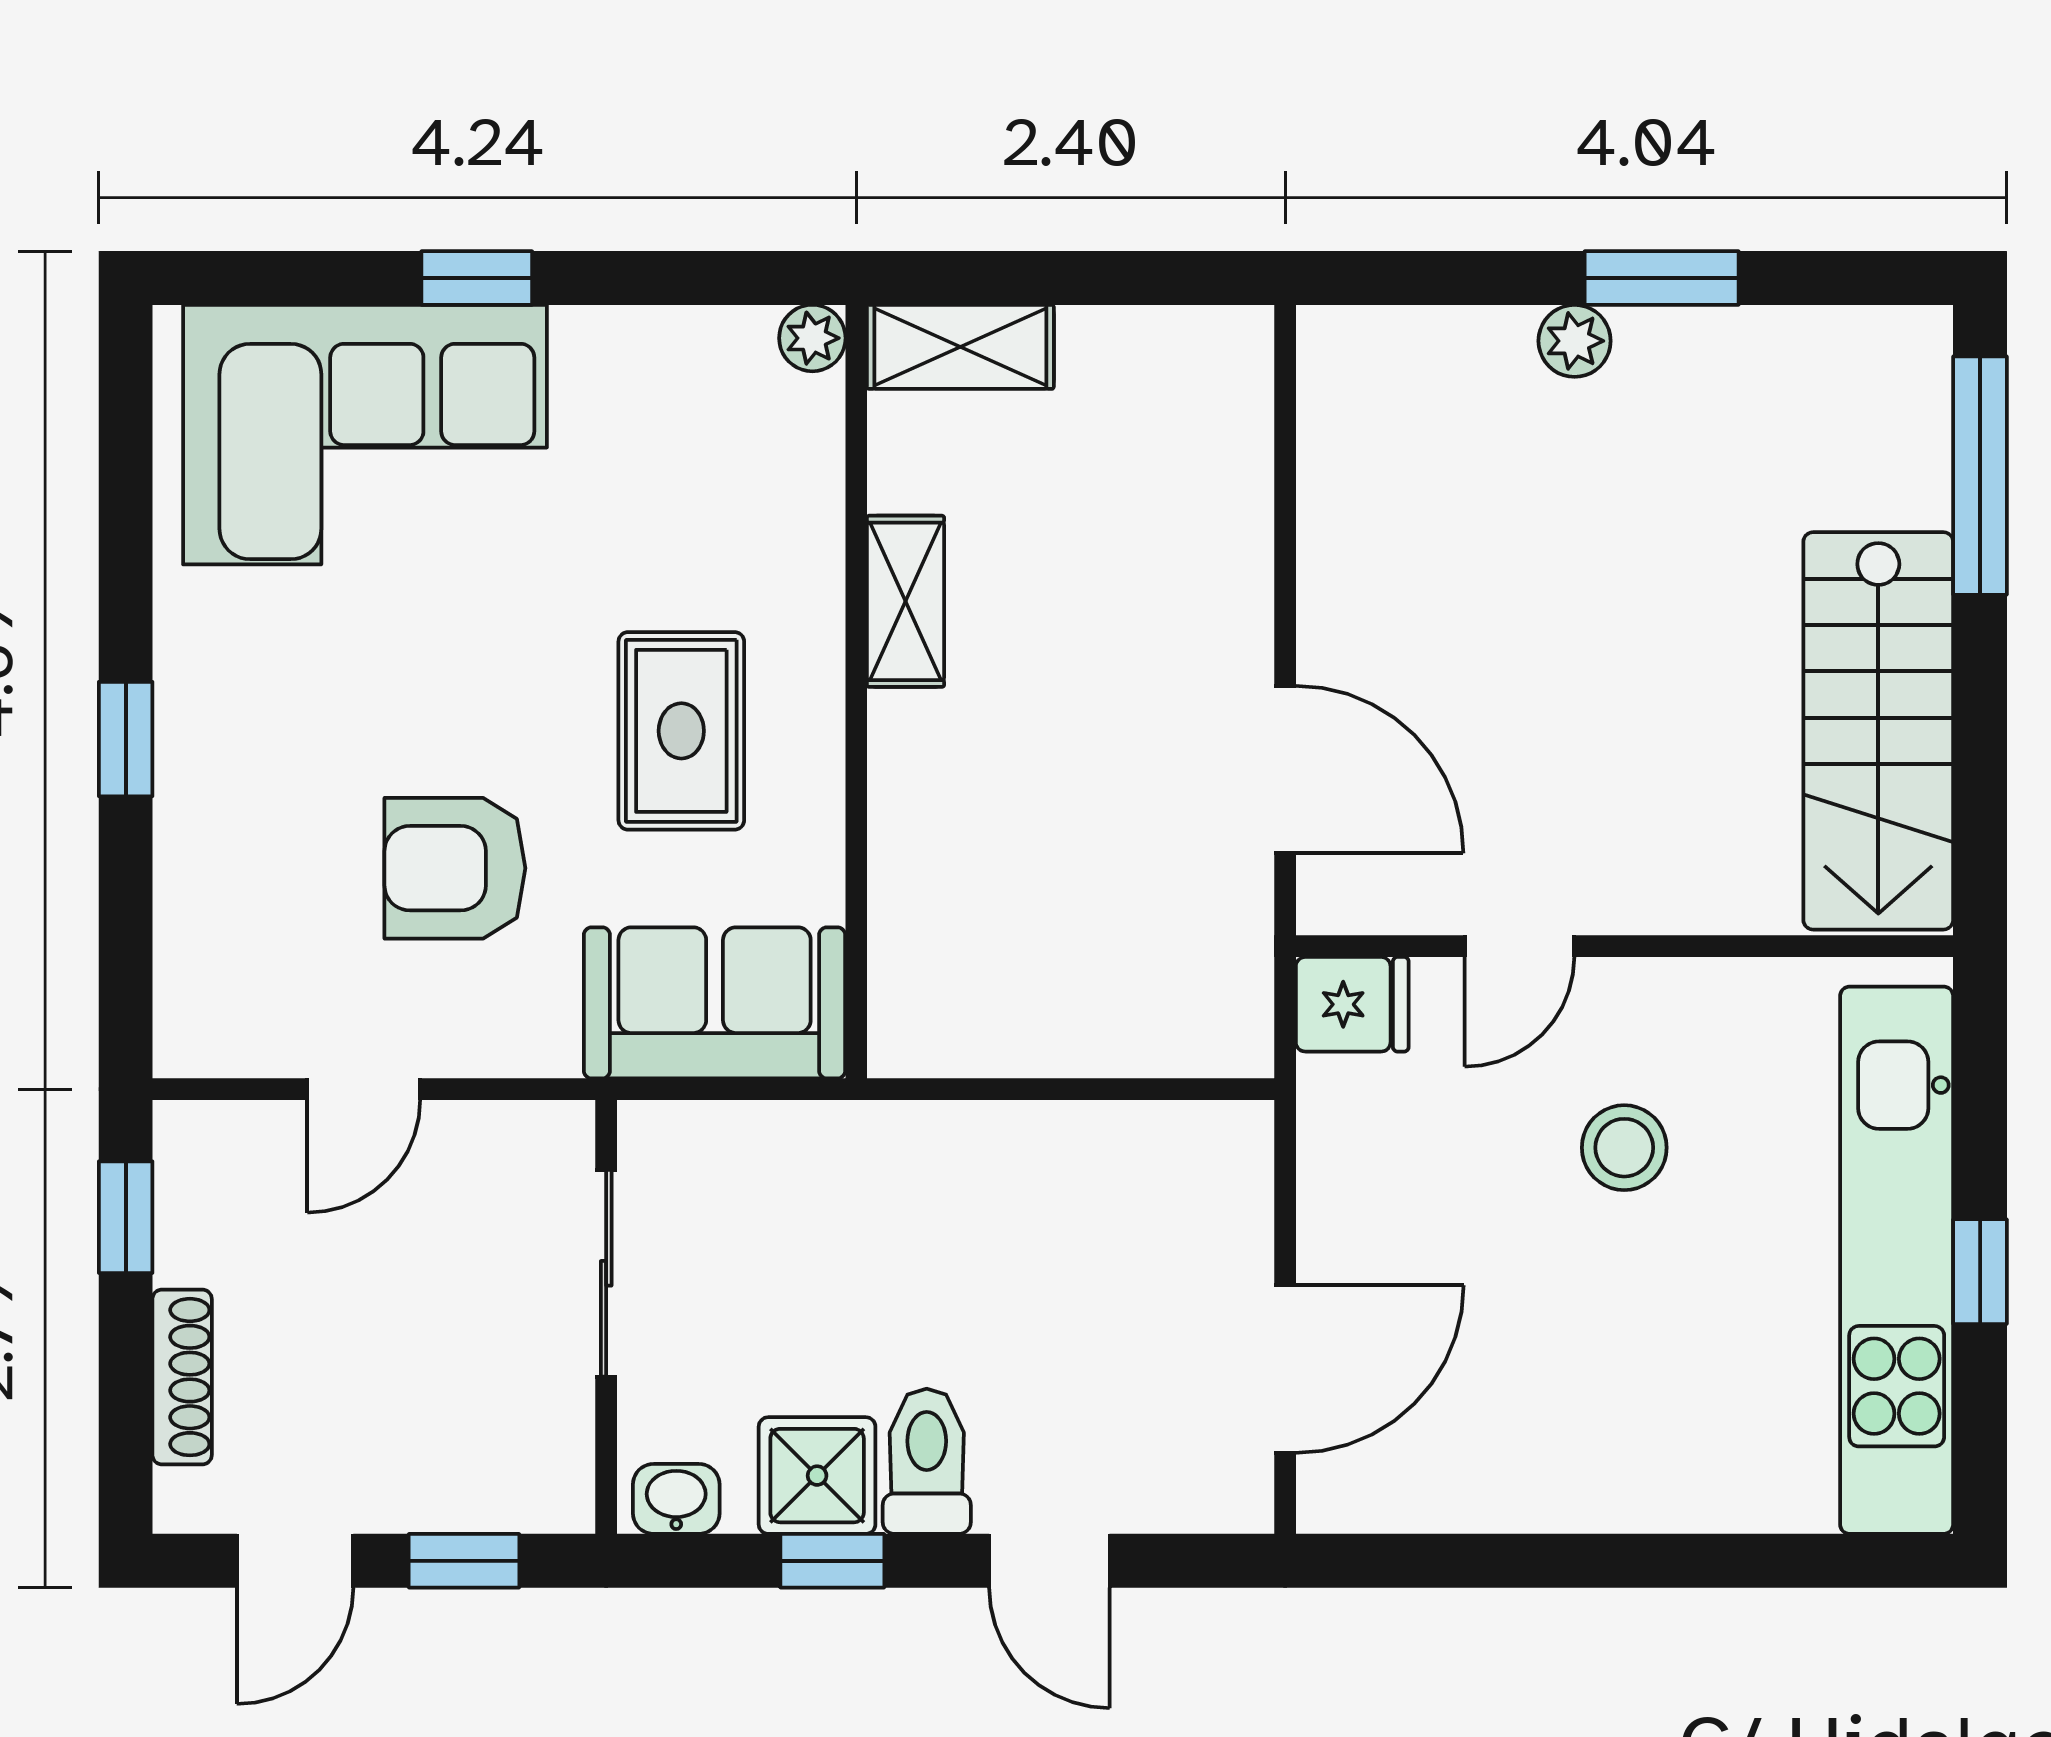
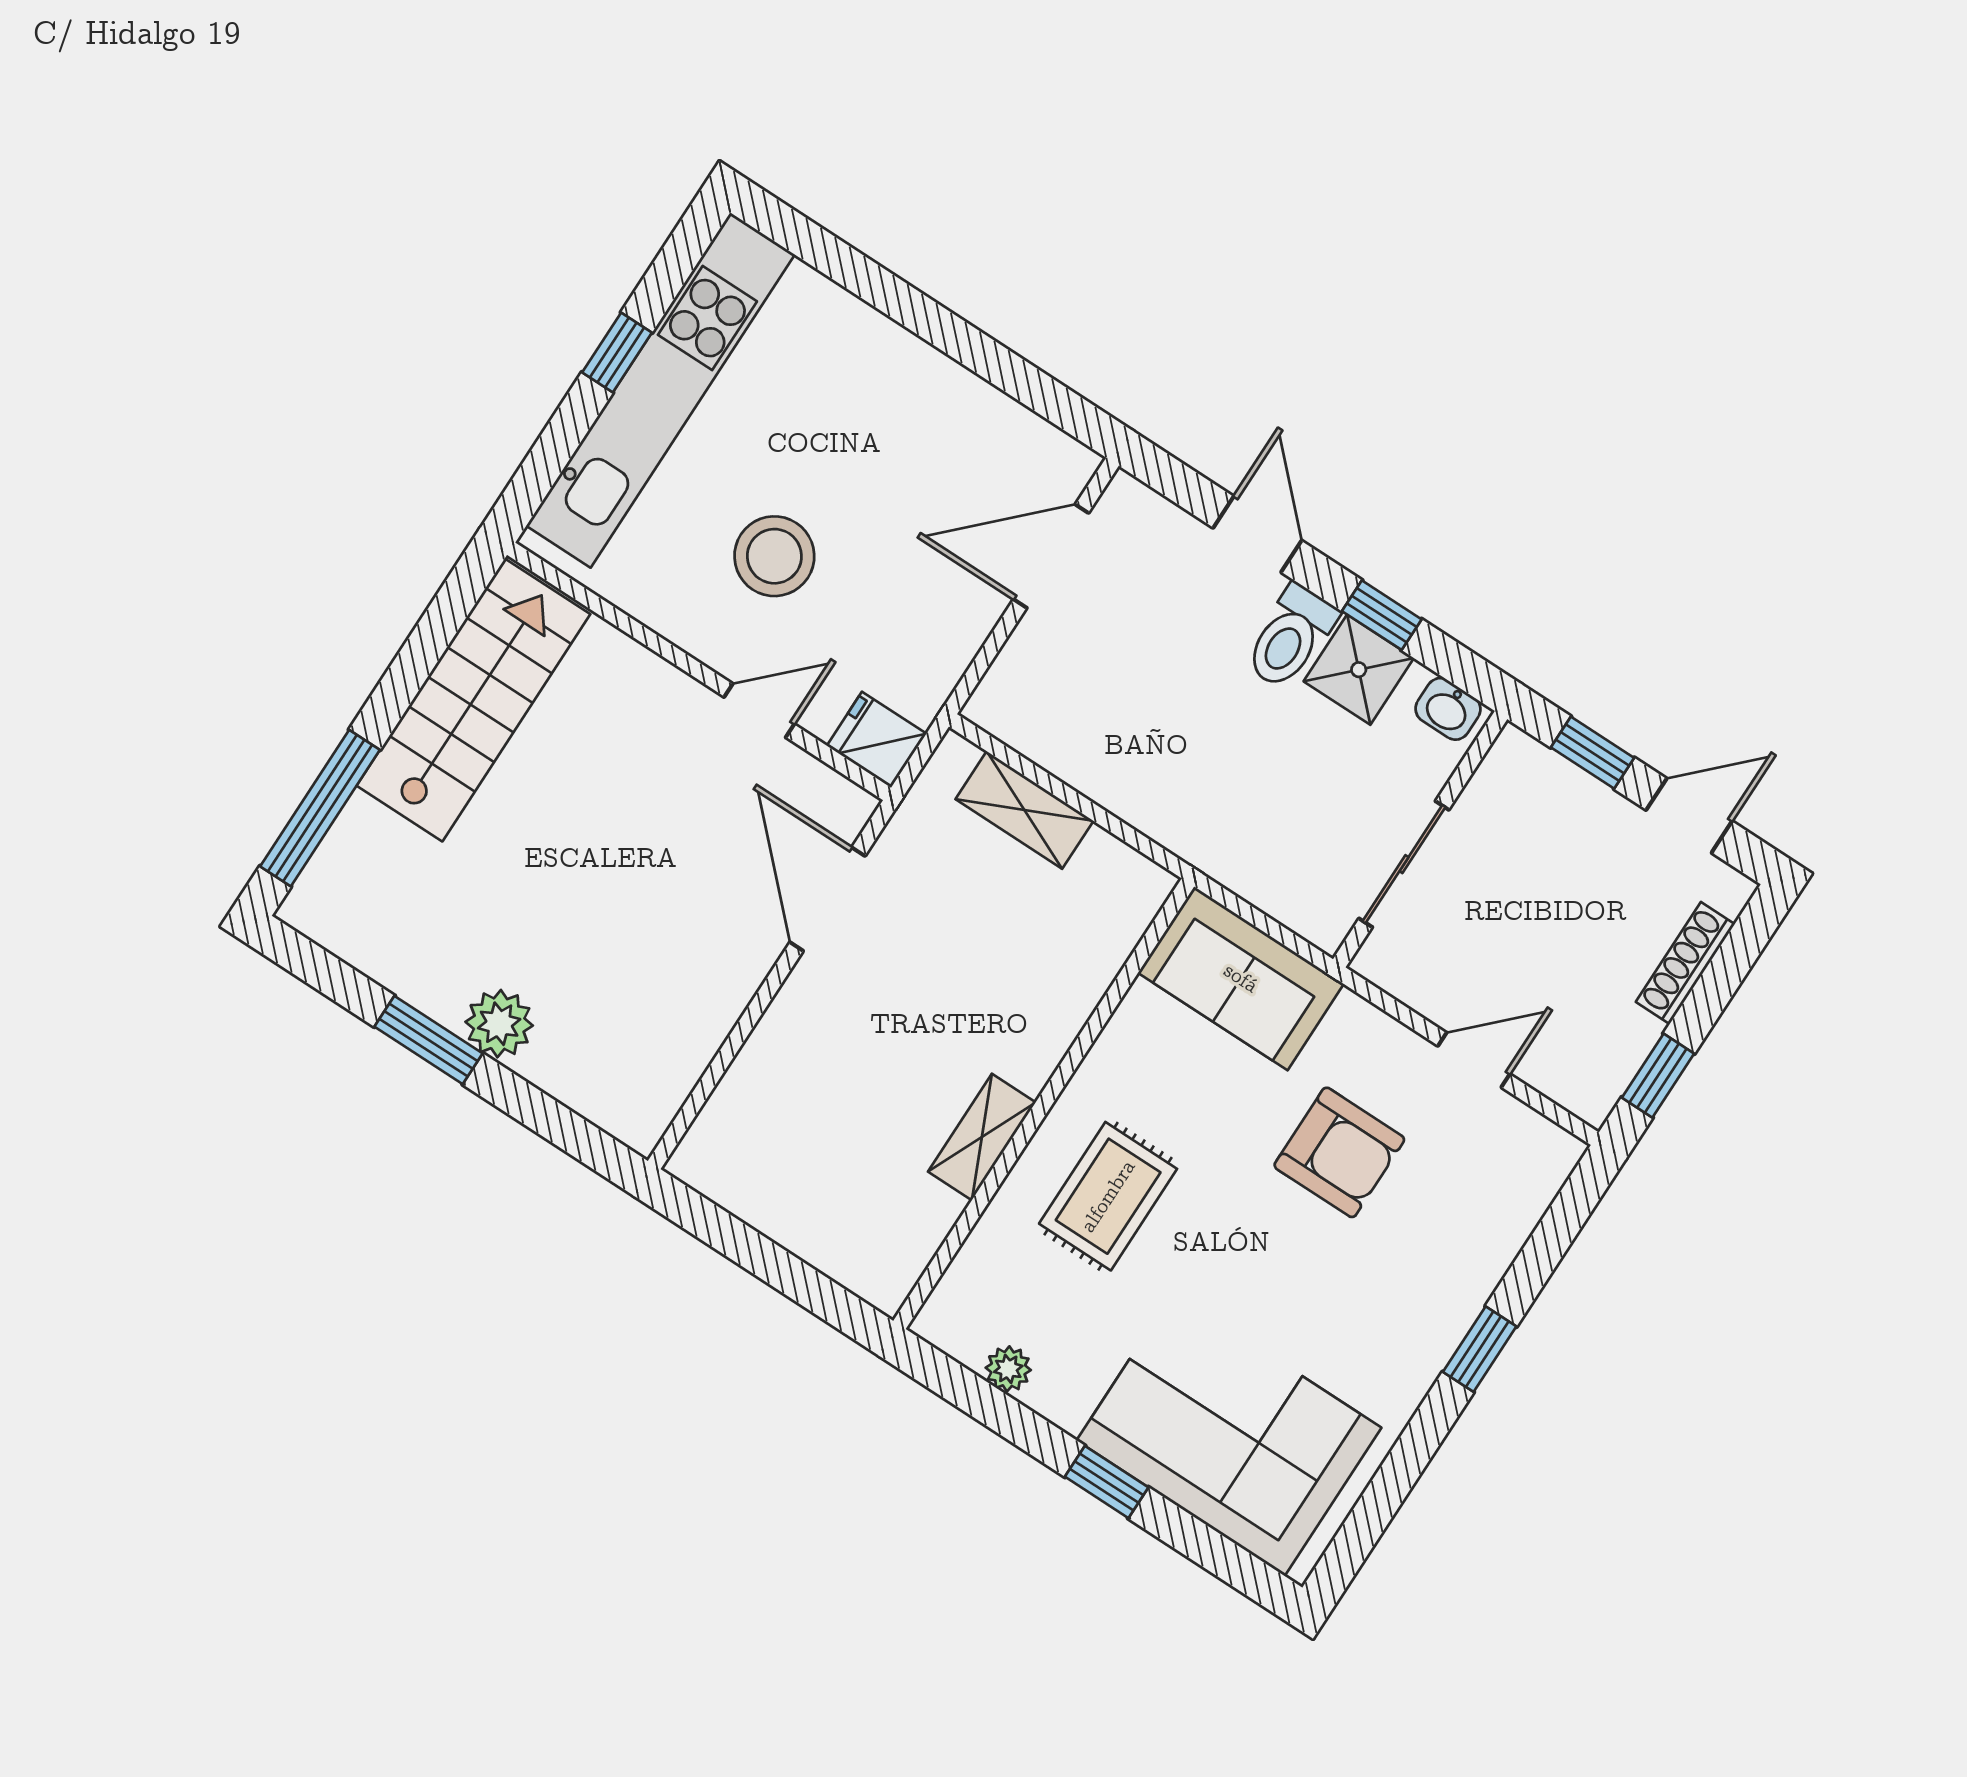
plant: (812, 338) -> (1008, 1369), moved
plant: (1575, 341) -> (499, 1024), width x1.38, depth x1.38
shelving: (960, 347) -> (1024, 810), moved
rug: (681, 731) -> (1108, 1196), moved
stool: (1624, 1148) -> (774, 556), width x1.38, depth x1.38

